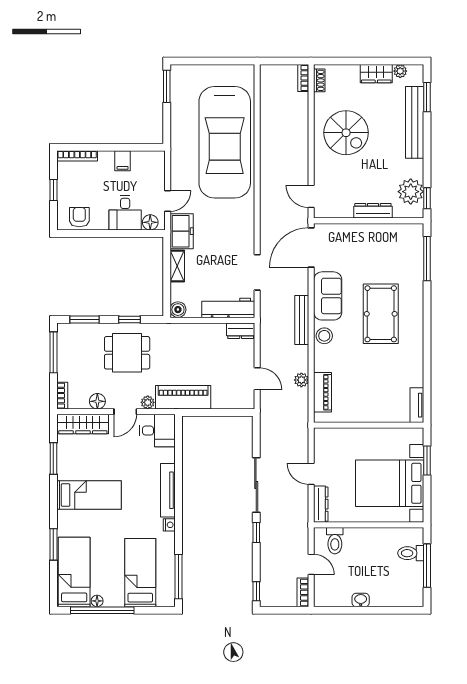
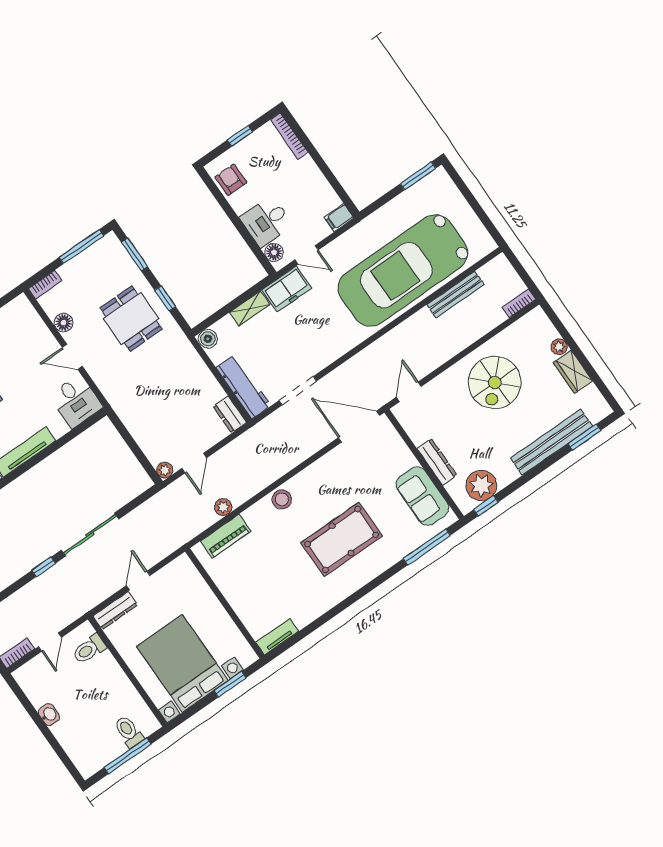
plant: (400, 71) -> (559, 347), moved
shoe rack: (319, 80) -> (528, 321), removed
filing cabinet: (123, 161) -> (339, 218), moved
armchair: (79, 217) -> (231, 180), turned -90
sofa: (328, 296) -> (422, 496), moved, turned 90
bench: (302, 320) -> (455, 295), moved
piano: (183, 397) -> (126, 403), removed
plant: (148, 402) -> (165, 470), moved
wardrobe: (83, 424) -> (32, 324), removed

